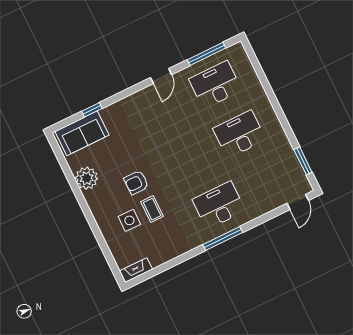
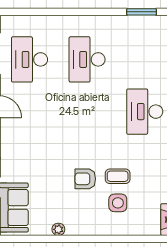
plant: (87, 178) -> (58, 229), width x0.53, depth x0.53
armchair: (136, 182) -> (85, 179), turned 90

